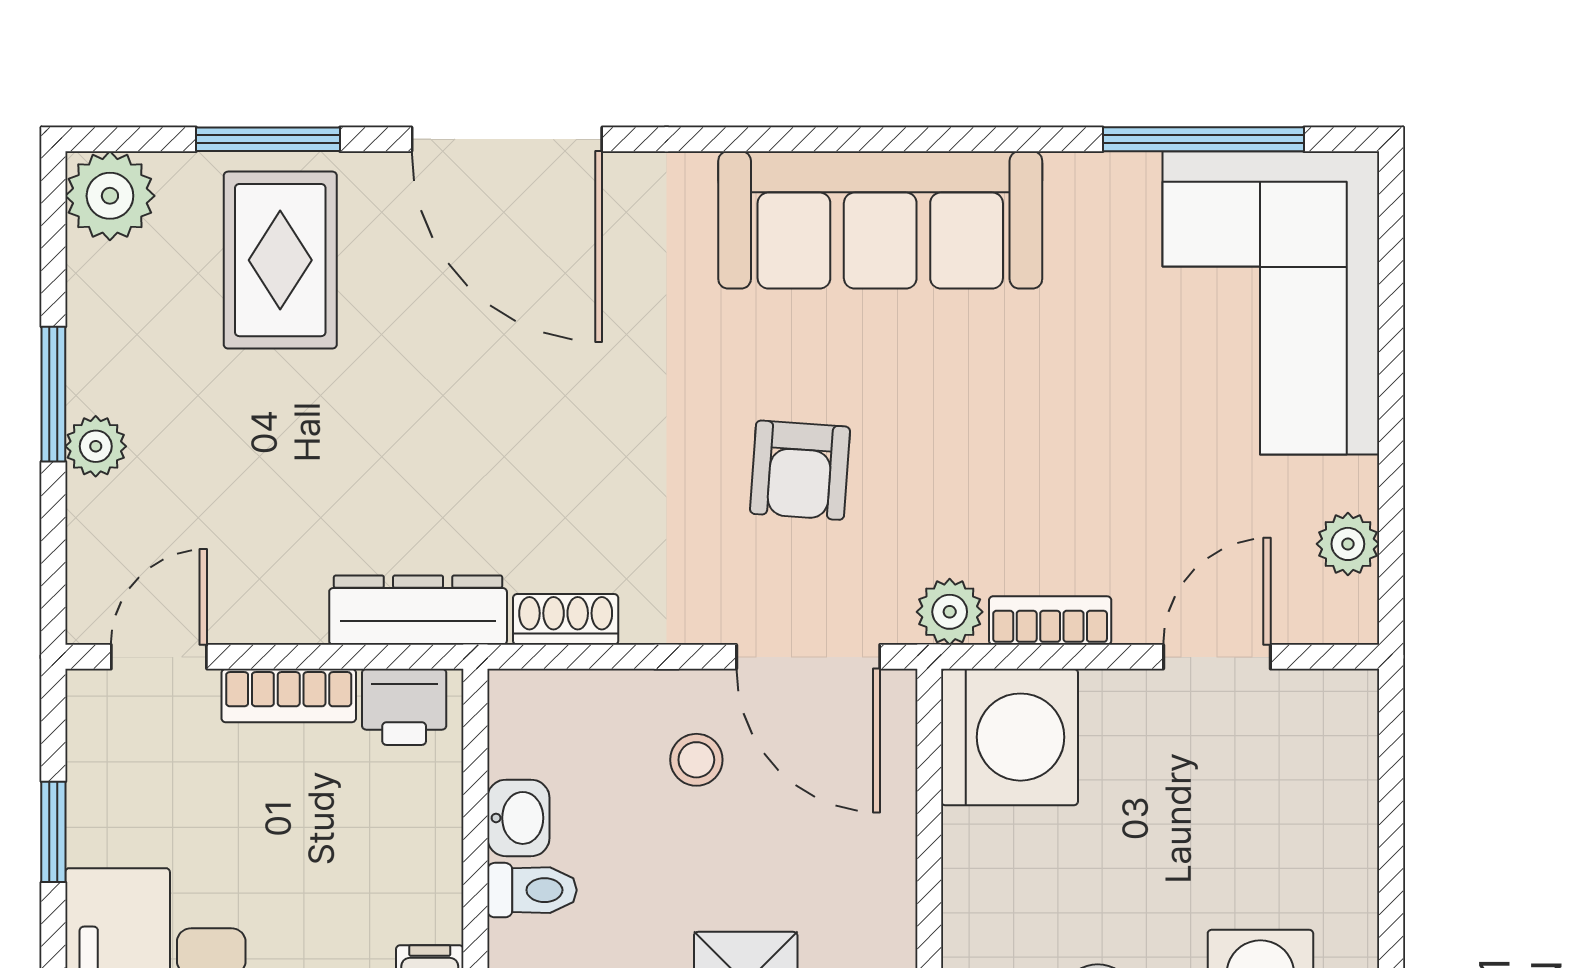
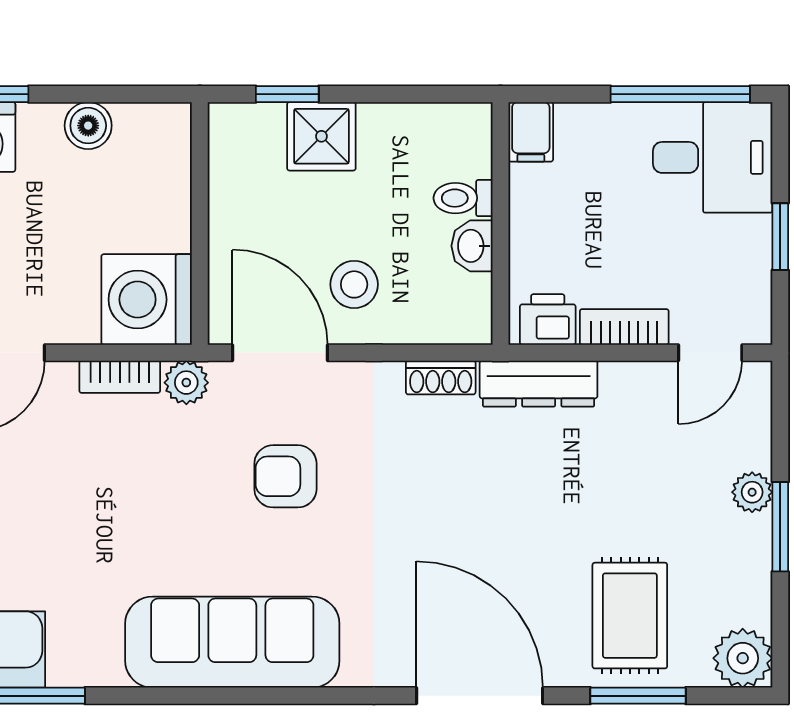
armchair: (800, 470) -> (285, 476), turned -94
stool: (696, 760) -> (354, 284), width x1.37, depth x1.37

